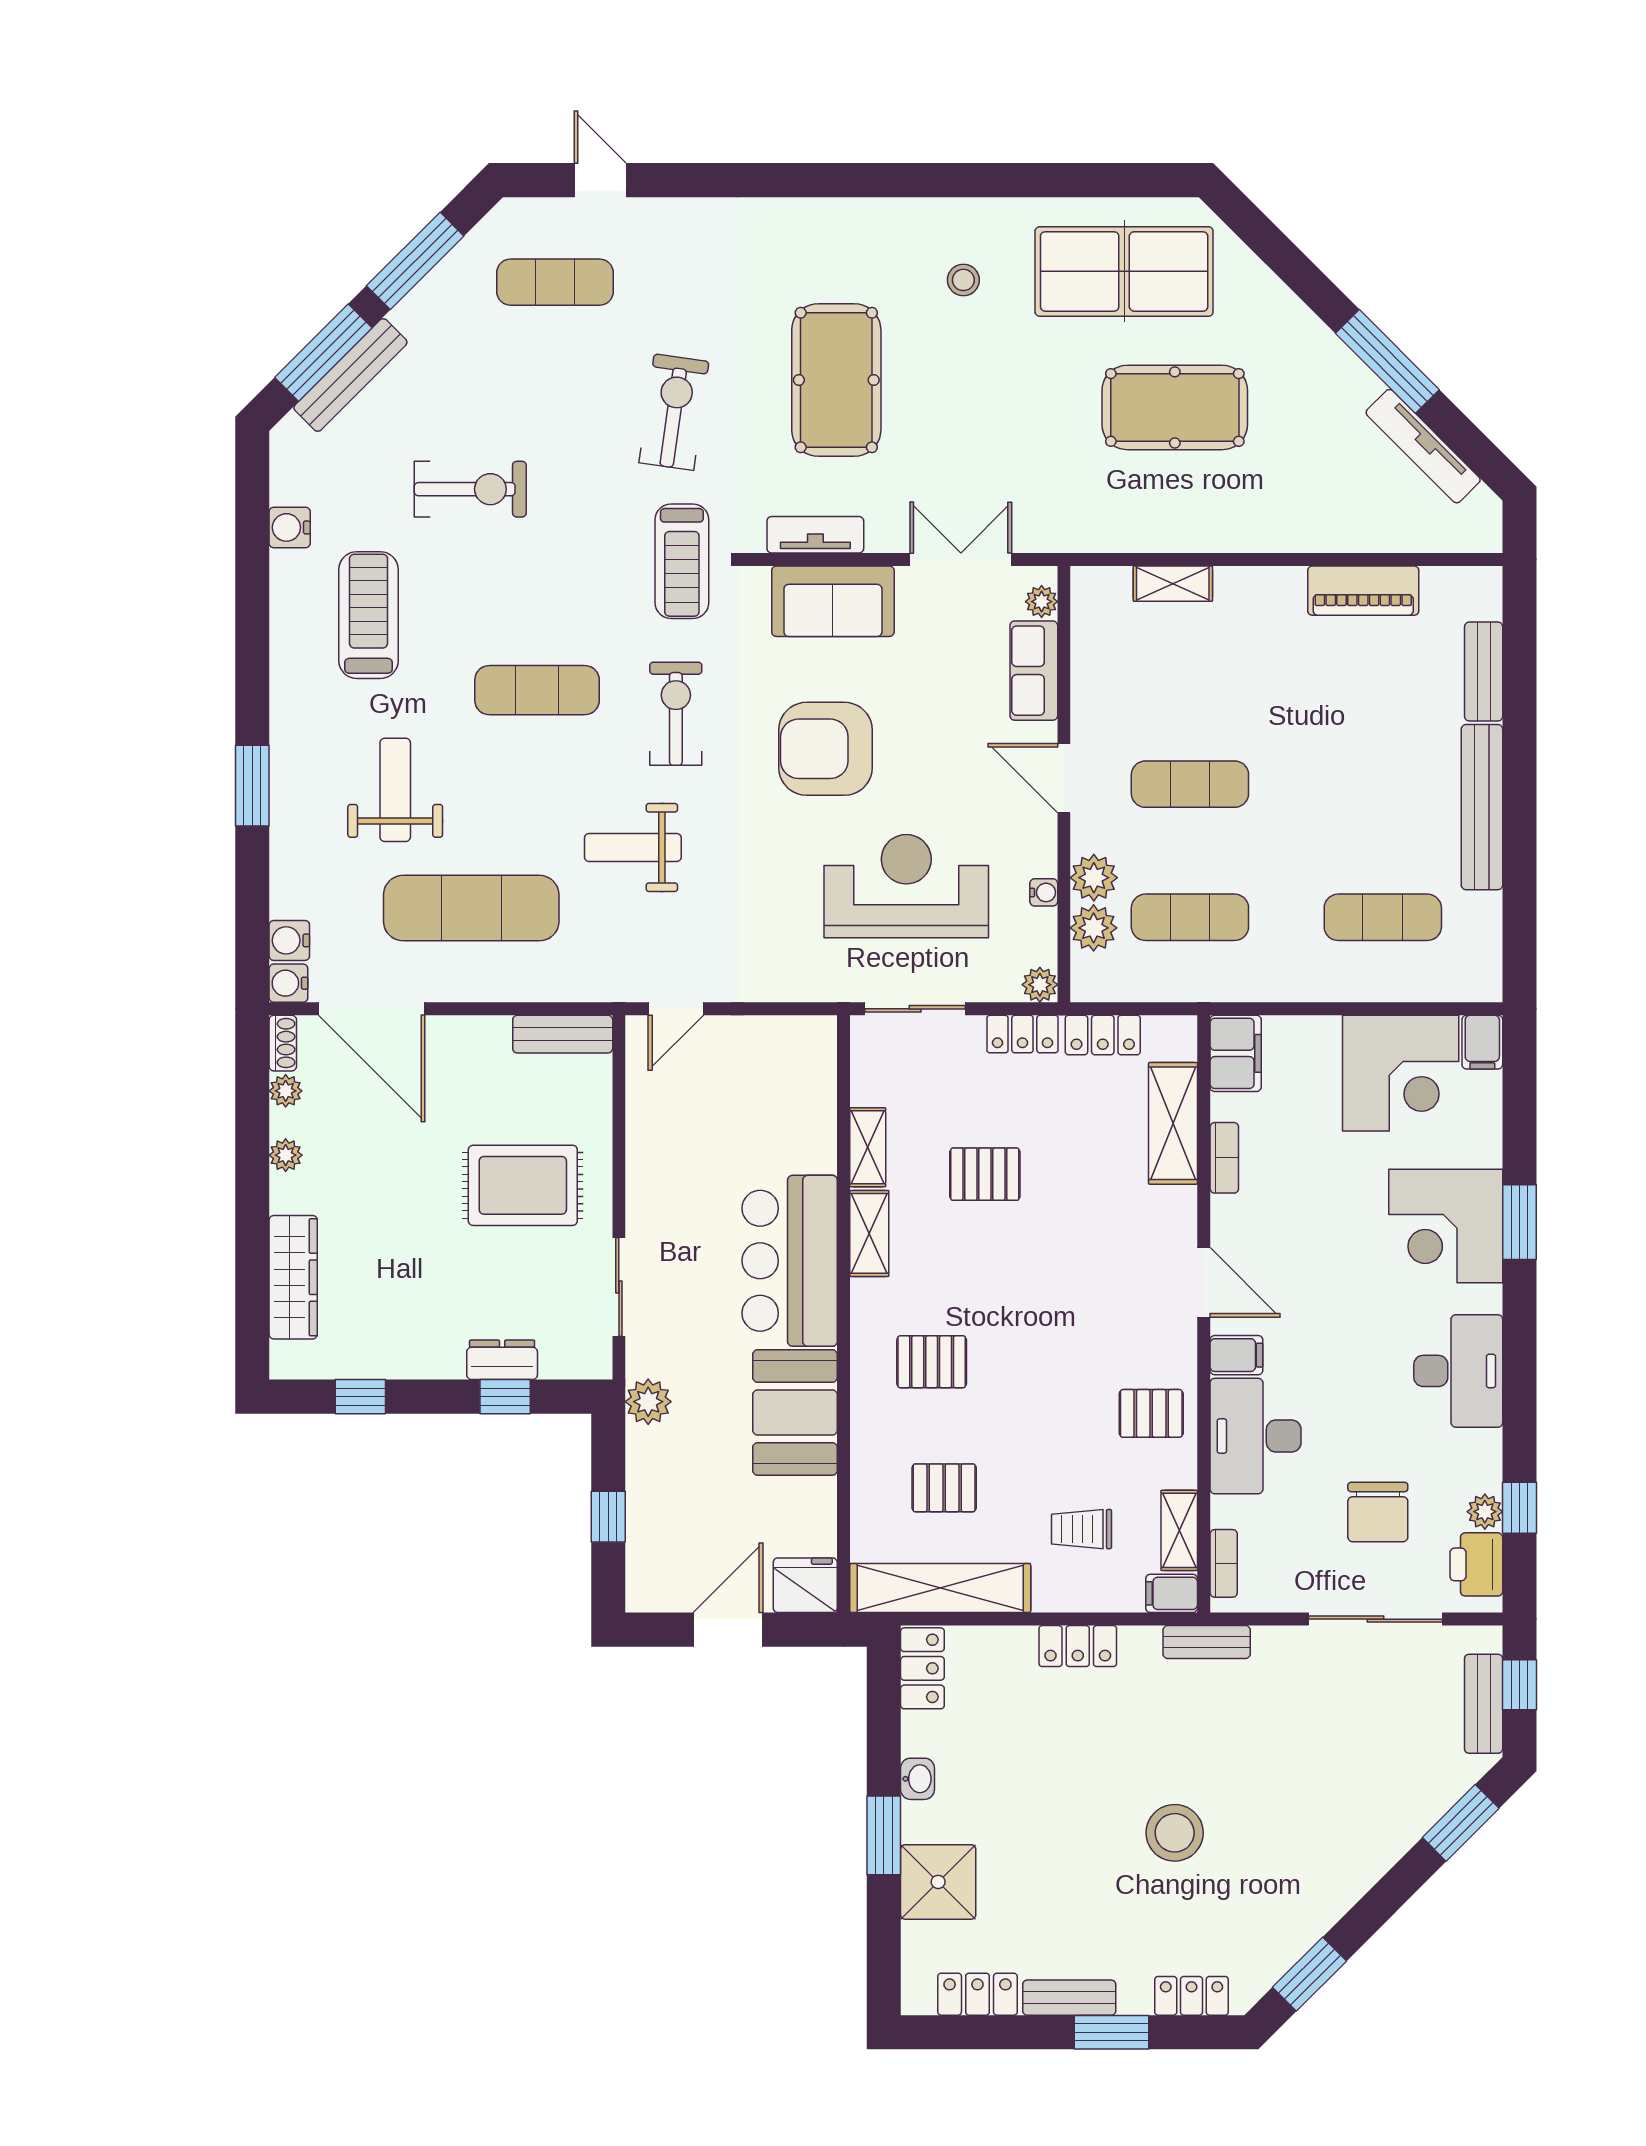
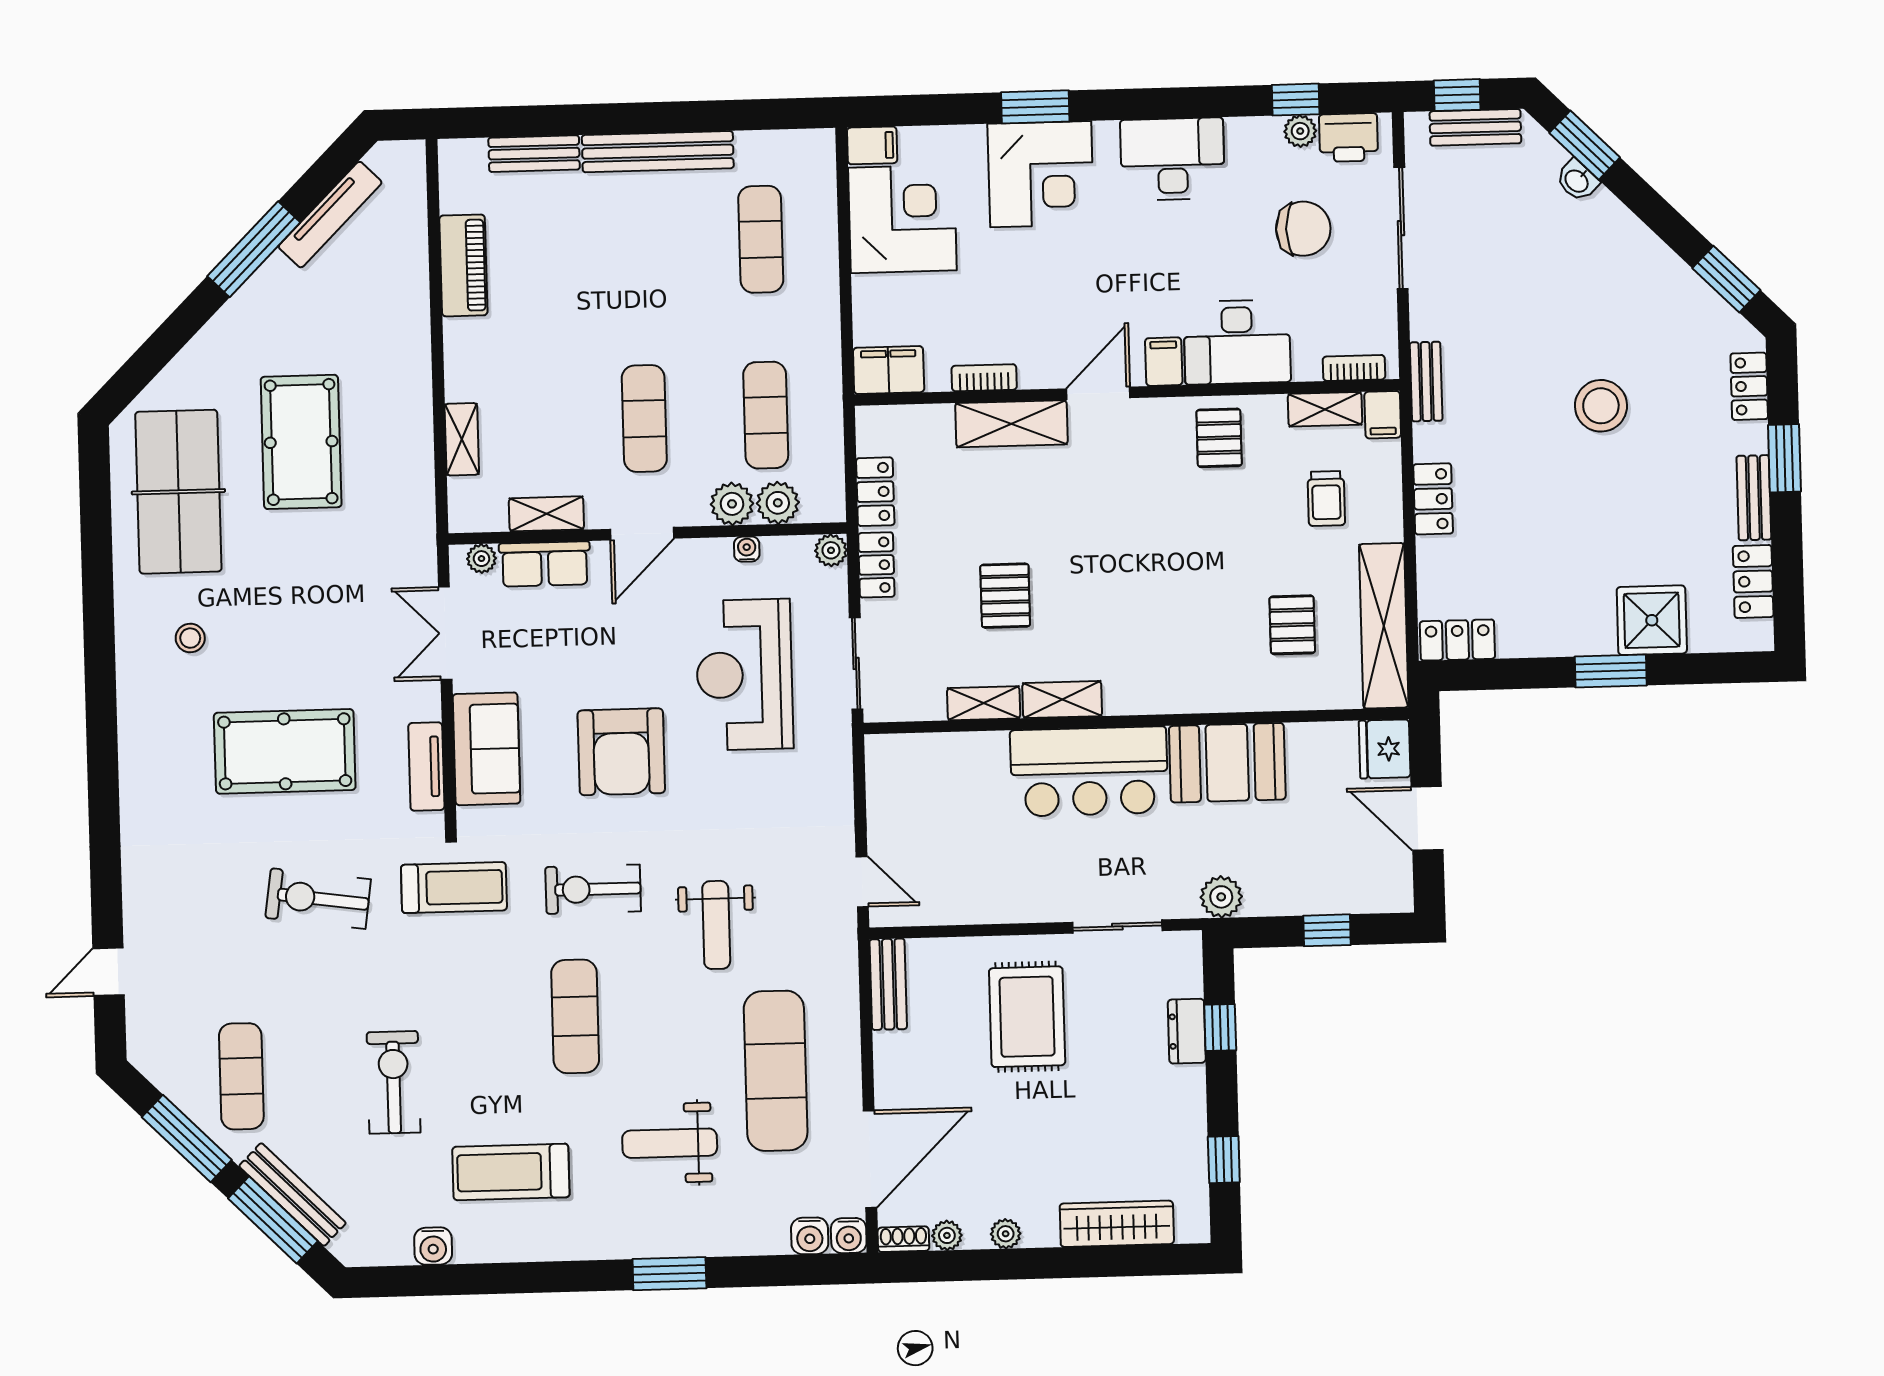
exercise mat: (555, 282) -> (241, 1076), moved
shelving: (1089, 674) -> (546, 514), added
shelving: (1173, 1123) -> (1011, 424), moved
pallet: (932, 1362) -> (1178, 639), removed
washbasin: (918, 1779) -> (1577, 180), moved, turned -135

